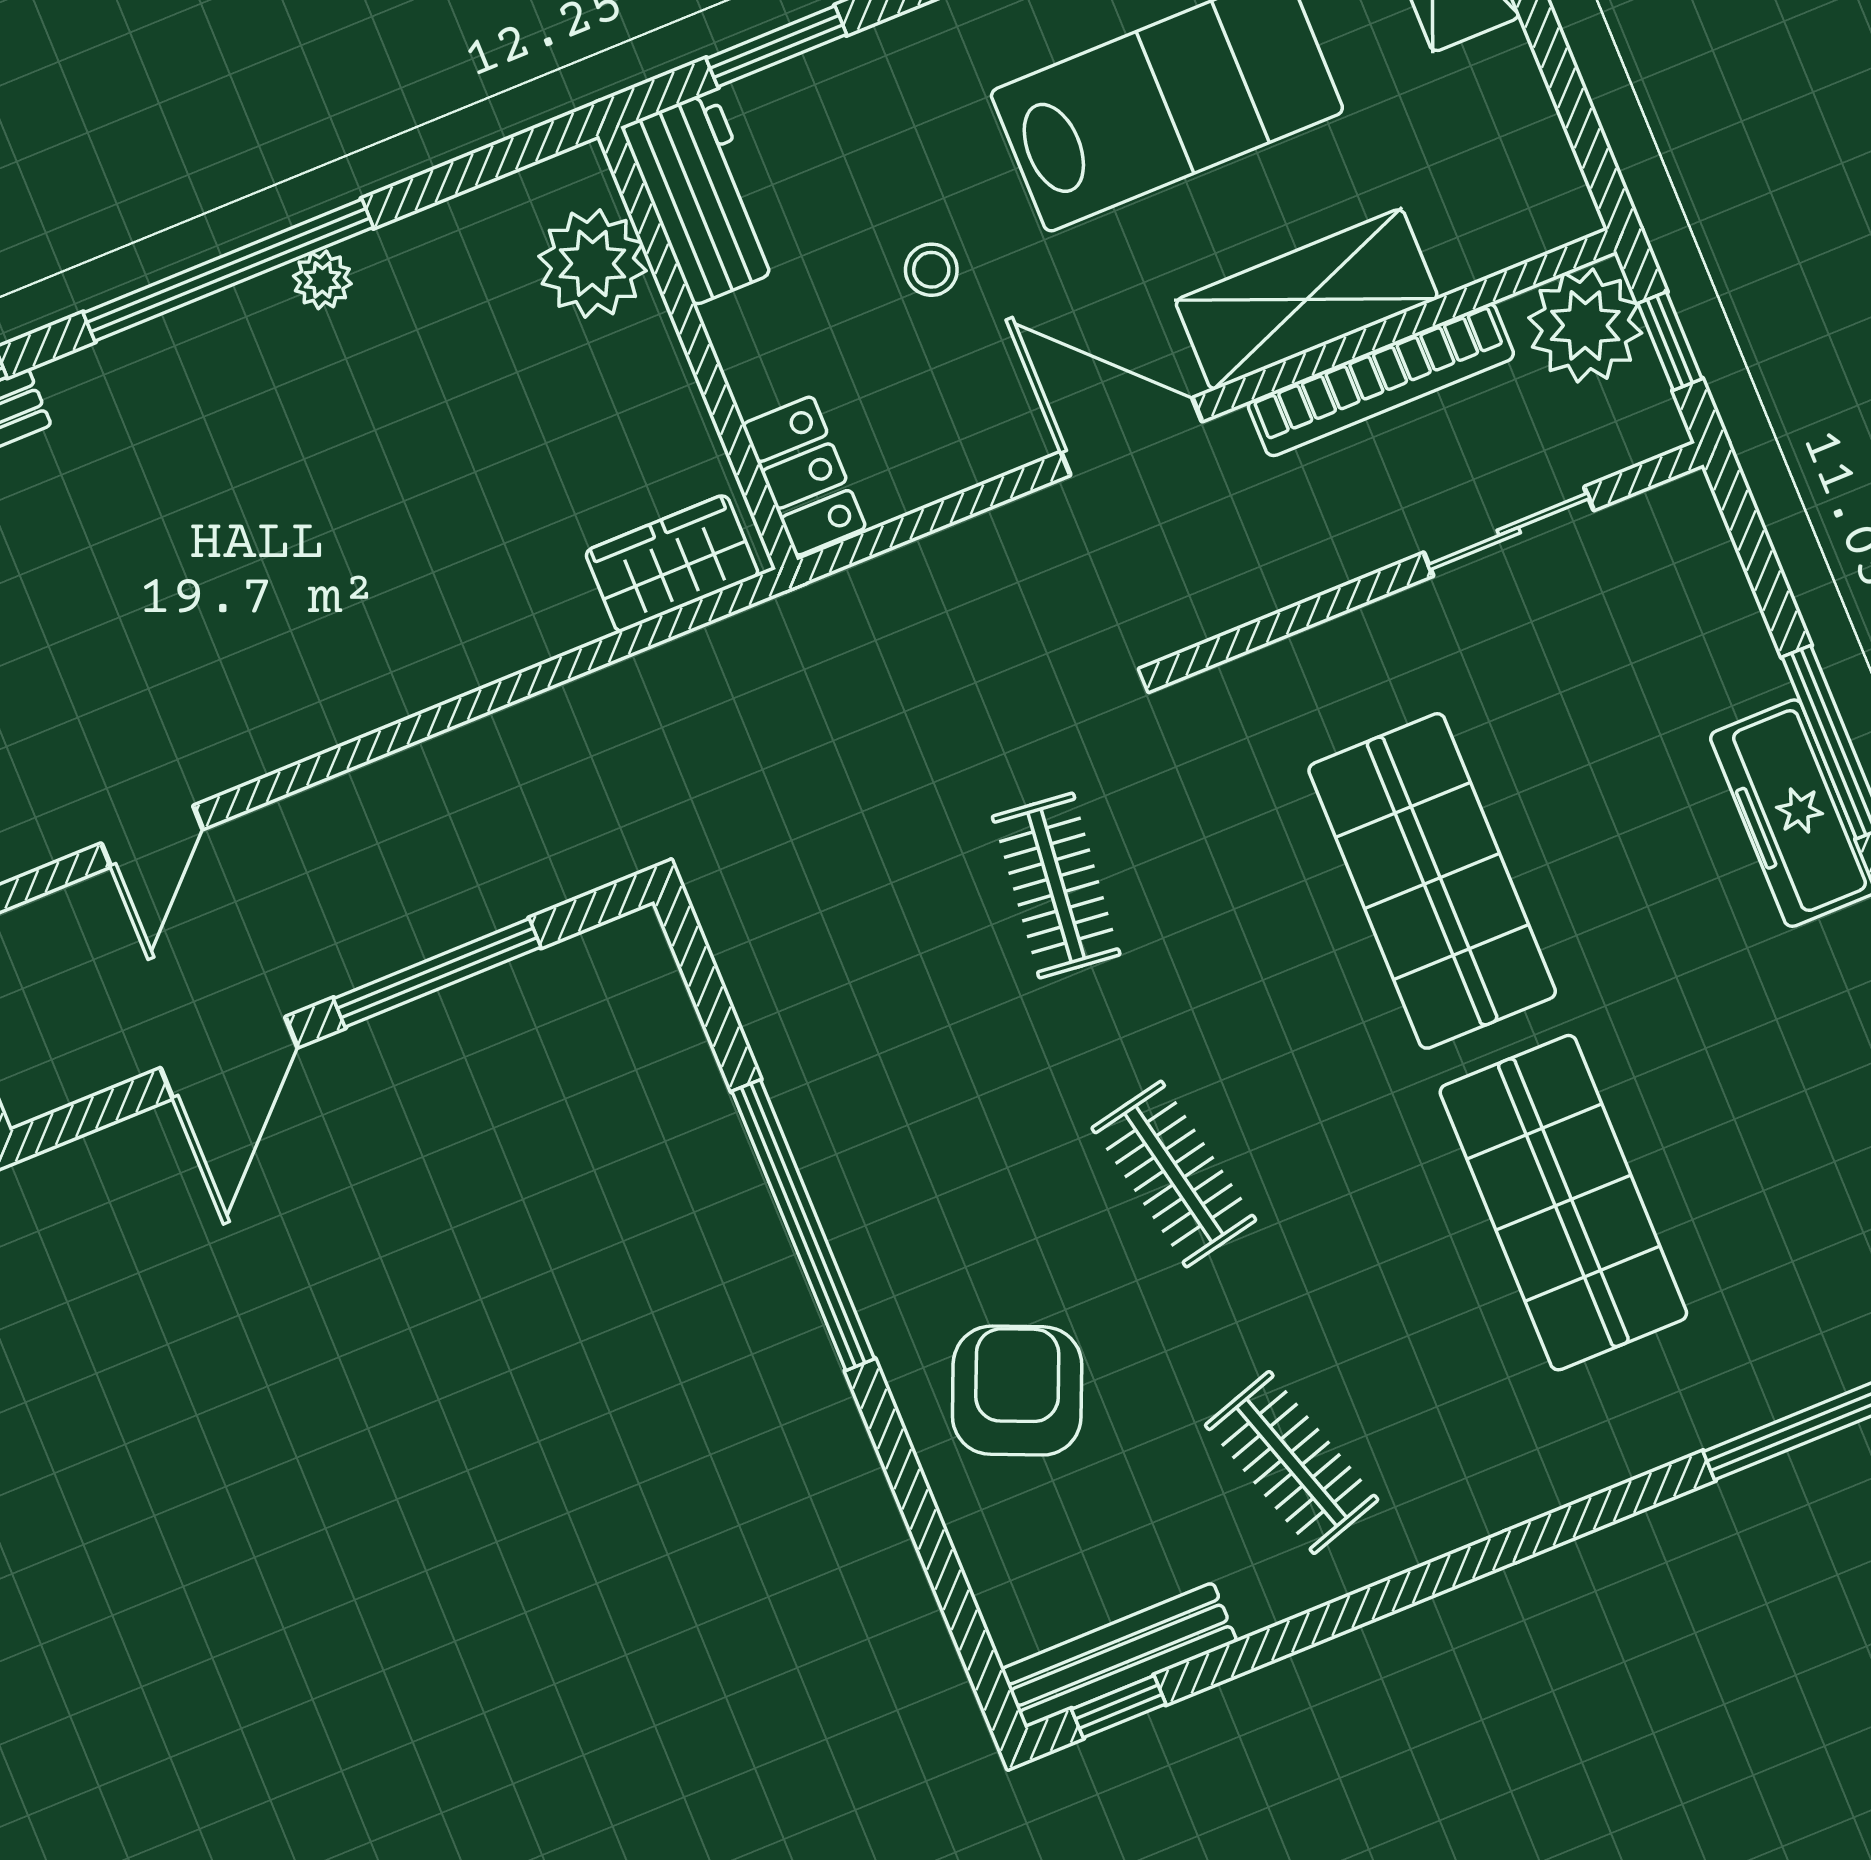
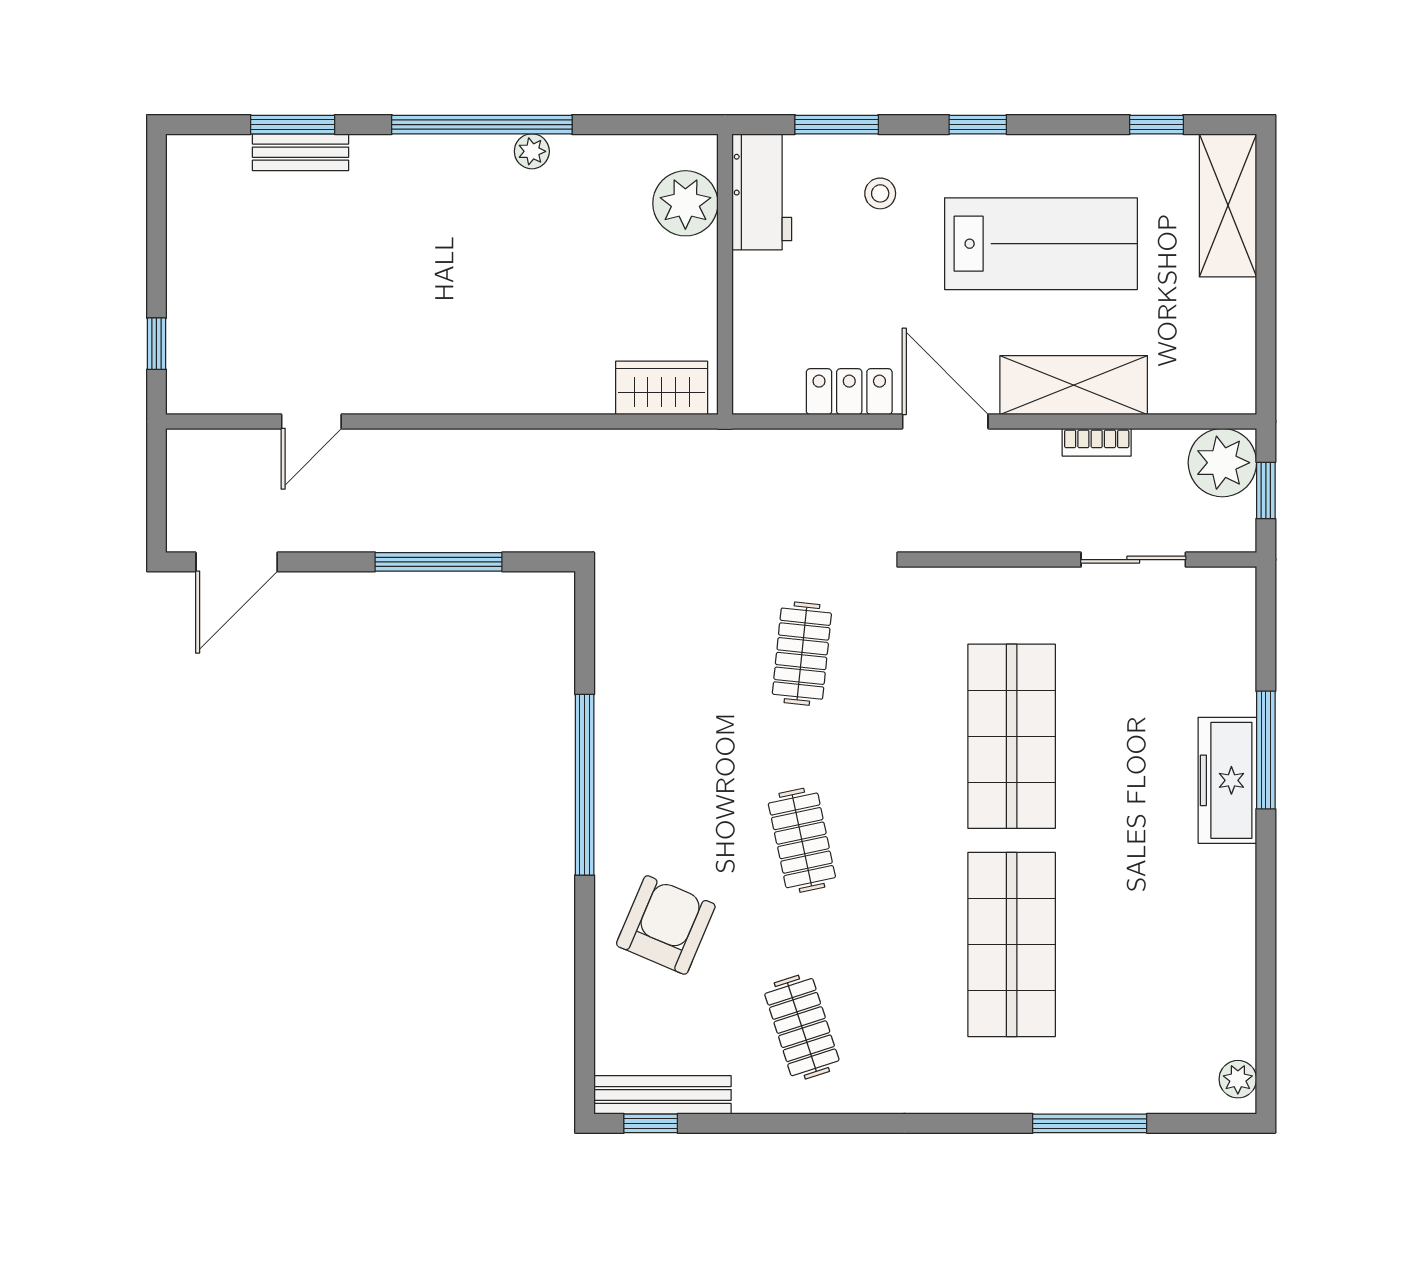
stool: (931, 270) -> (880, 193), moved
bookcase: (1381, 380) -> (1097, 442), width x0.43, depth x0.76
locker: (804, 476) -> (849, 392), moved, turned -90
door: (229, 1058) -> (237, 562), moved

